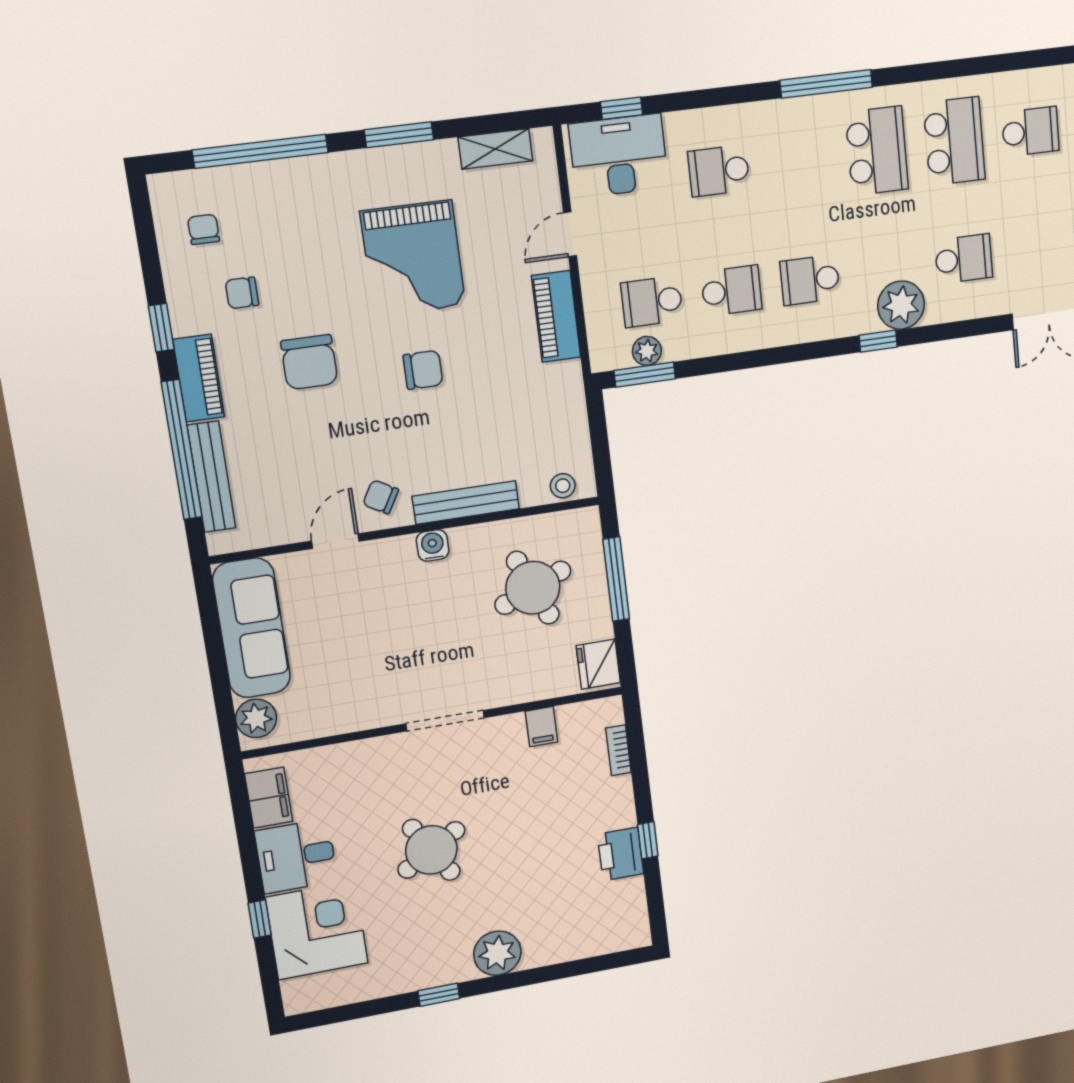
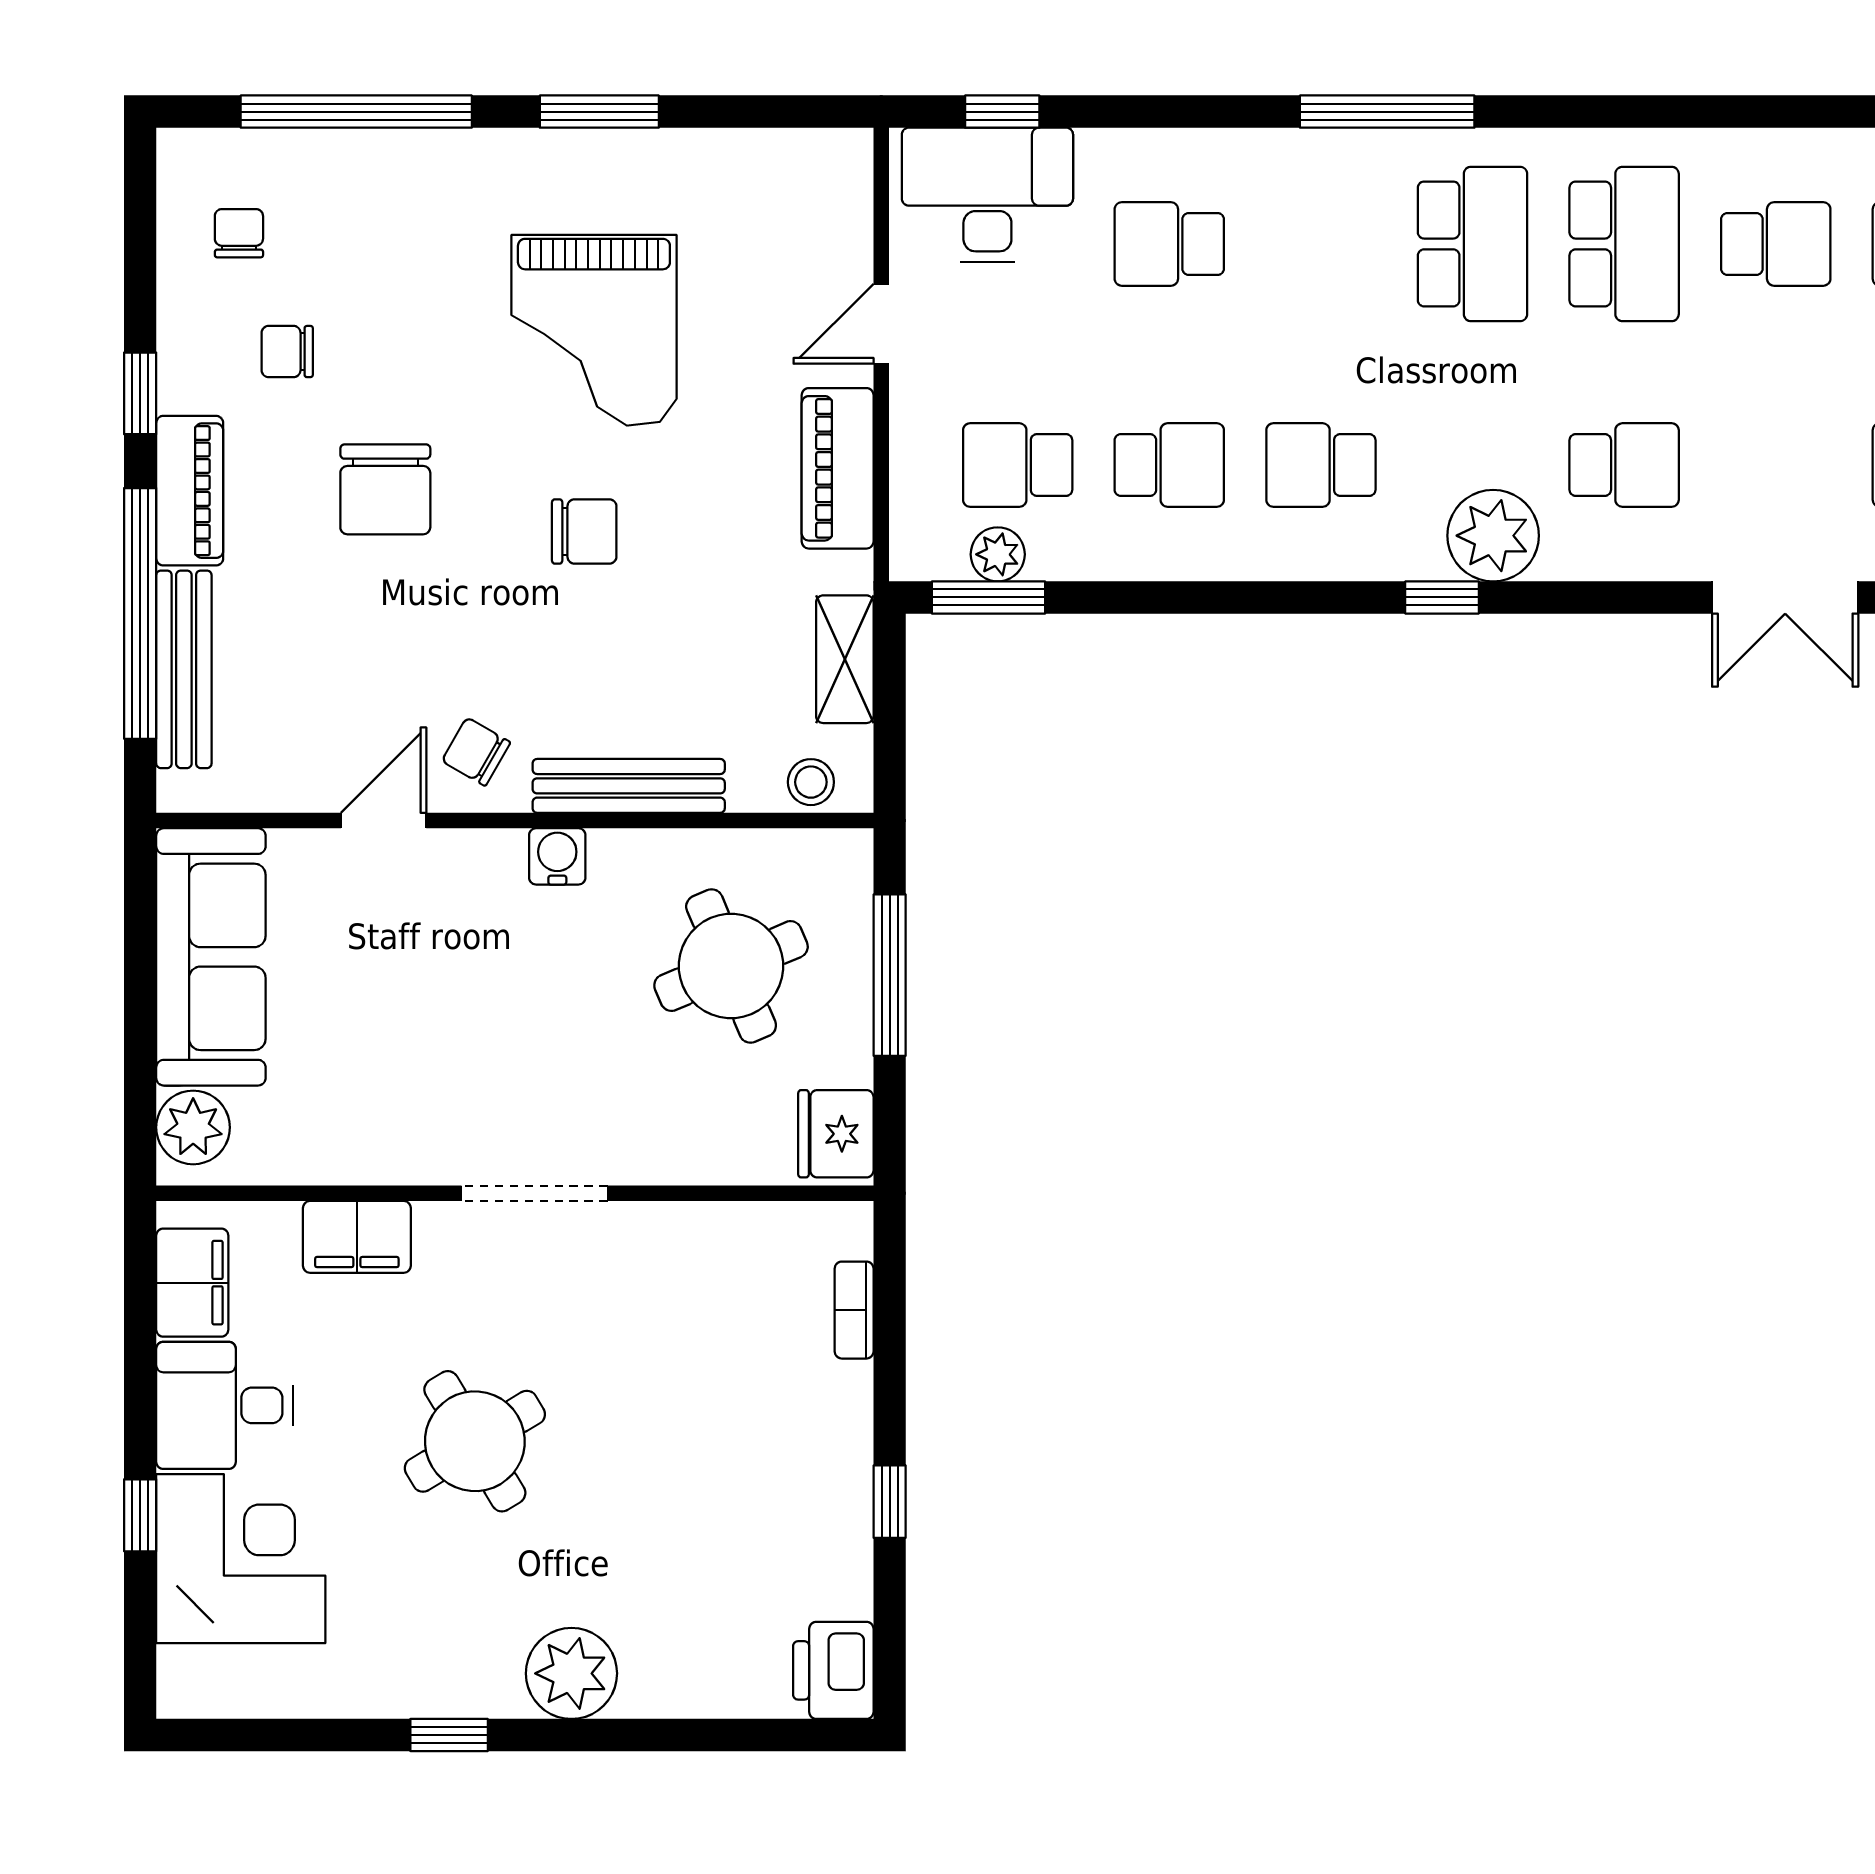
shelving: (495, 149) -> (845, 659), moved, turned 90
filing cabinet: (541, 727) -> (357, 1237), moved, width x2.00
printer: (621, 854) -> (833, 1670), moved

